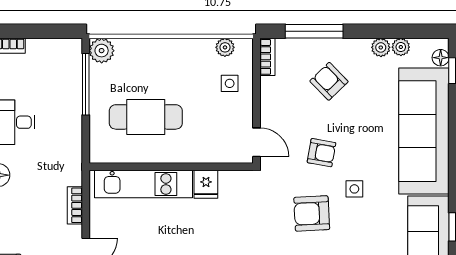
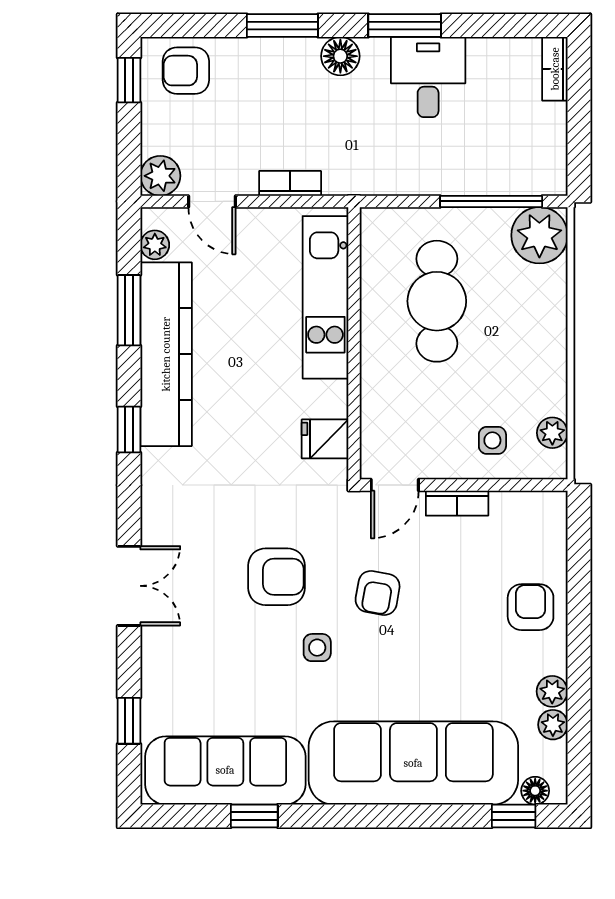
window: (314, 31) -> (579, 581), removed
plant: (102, 51) -> (539, 235), width x1.36, depth x1.36
bookcase: (267, 57) -> (457, 503), moved
armchair: (329, 81) -> (531, 607), moved, turned -46
fridge: (206, 184) -> (325, 439), moved
armchair: (312, 213) -> (277, 577), turned 93

